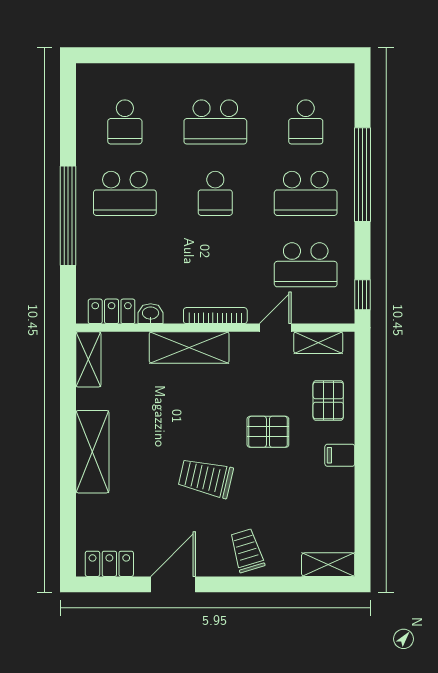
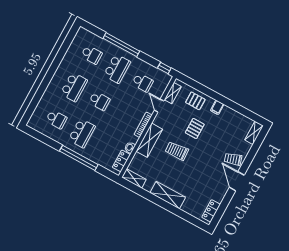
school desk: (306, 265) -> (143, 83), width x0.54
trolley: (206, 478) -> (177, 151), moved, turned 73
door: (173, 584) -> (237, 181), moved

